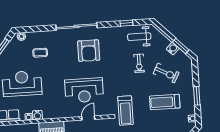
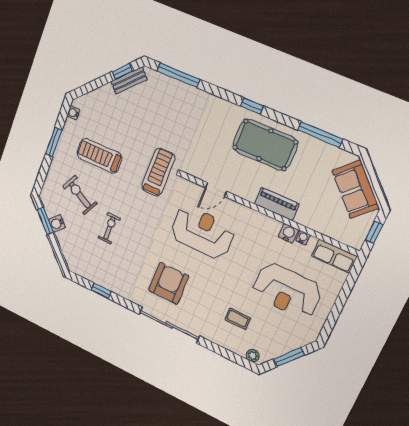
weight bench: (139, 37) -> (93, 264), removed
treadmill: (165, 102) -> (99, 156), turned 180

